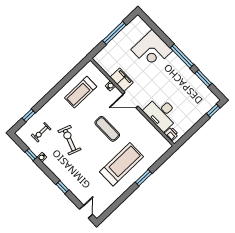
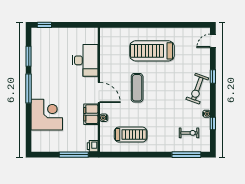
window: (114, 33) -> (74, 155), moved
window: (29, 115) -> (186, 155), width x2.17
printer: (171, 134) -> (93, 146), moved
exercise bike: (69, 140) -> (197, 89), moved
window: (144, 178) -> (145, 25), removed

